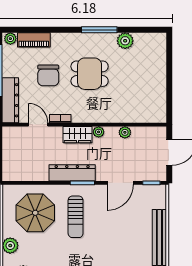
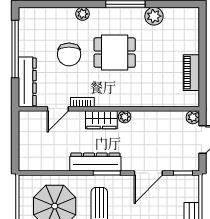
plant: (10, 39) -> (83, 14), moved
piano: (34, 40) -> (191, 73), moved, turned 90
door: (38, 125) -> (58, 109), swing flipped
plant: (125, 132) -> (193, 117), moved

